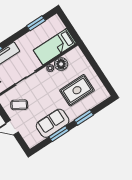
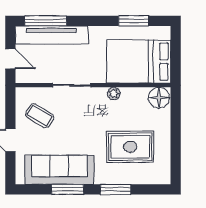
bed: (55, 47) -> (139, 62), width x1.50
floor lamp: (61, 64) -> (159, 98), moved
sofa: (53, 123) -> (59, 170), width x1.36

